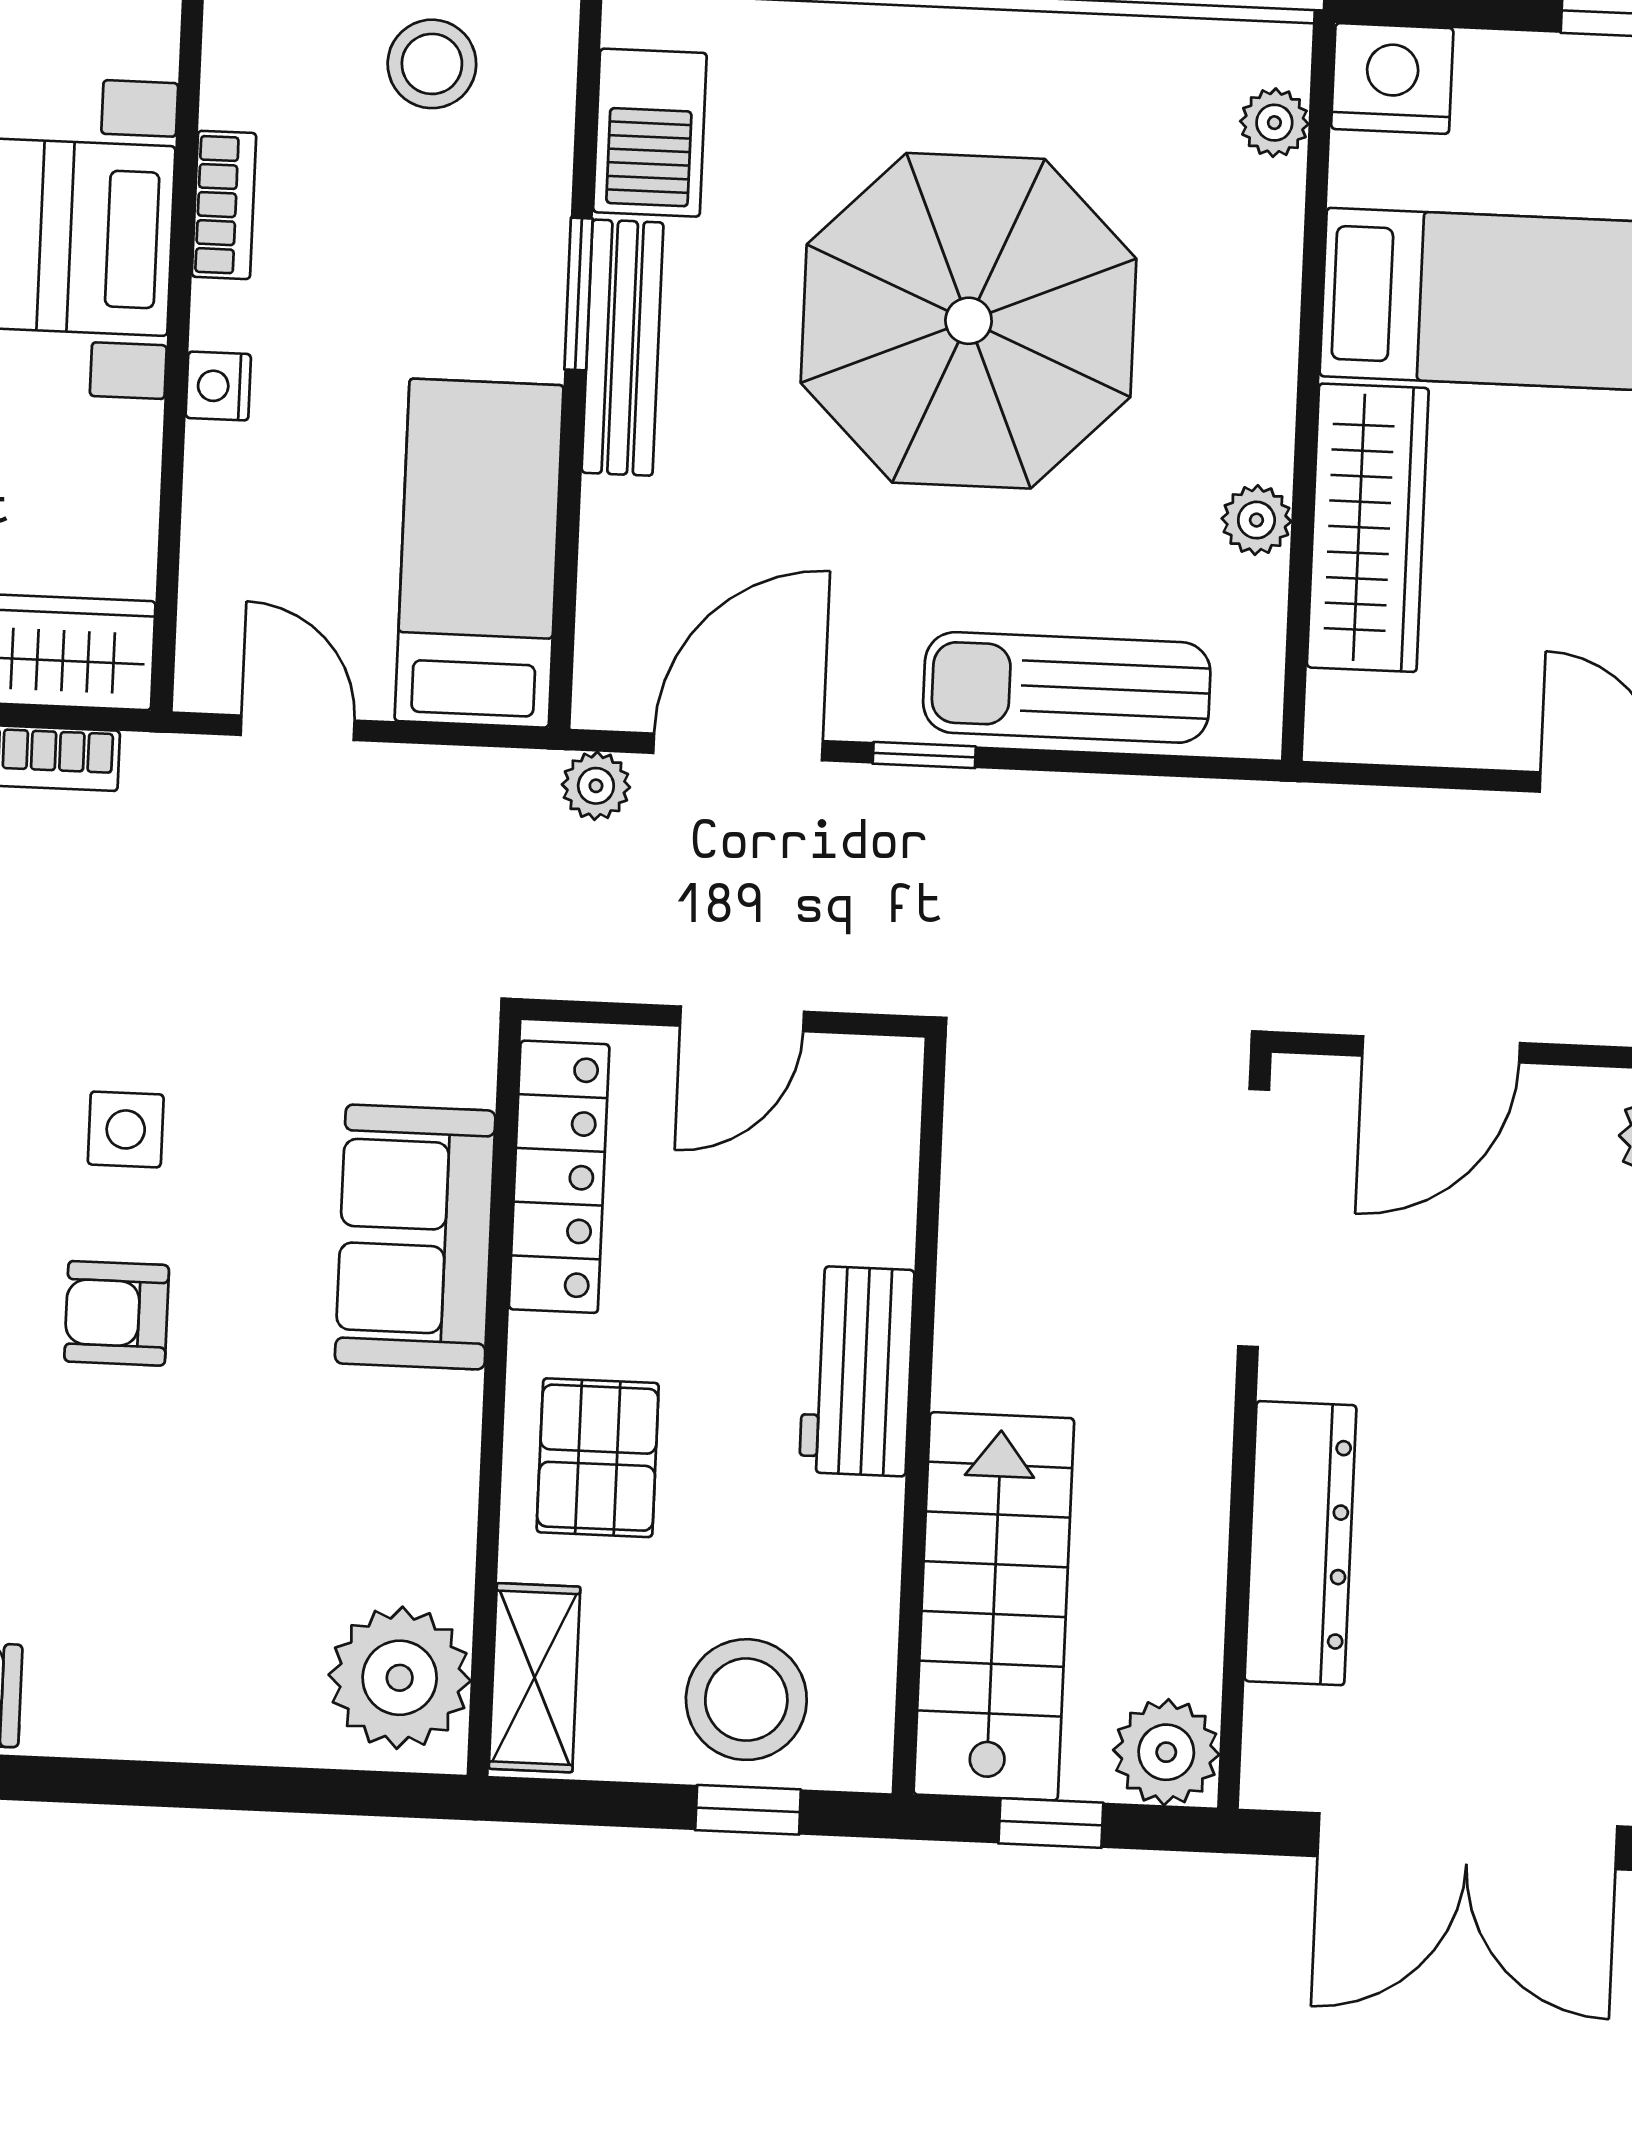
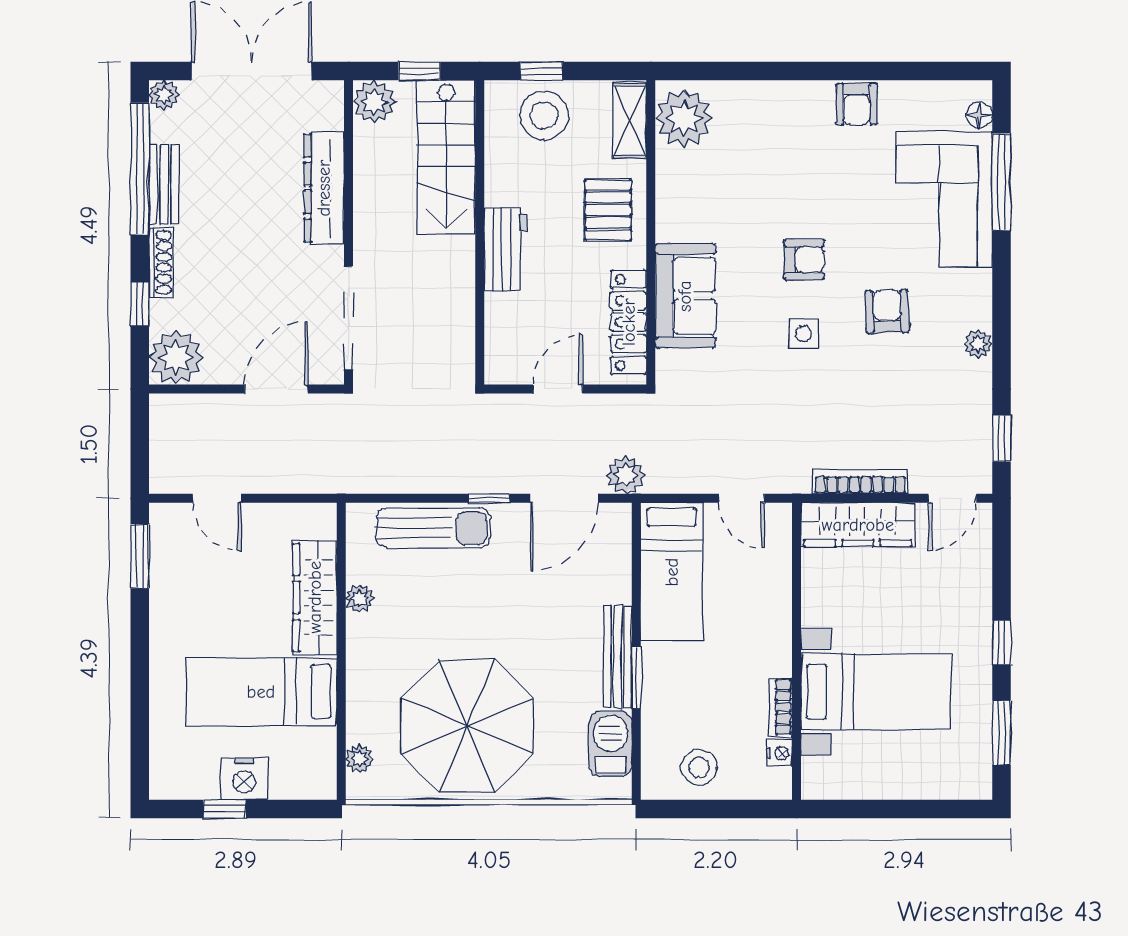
nightstand: (1392, 79) -> (244, 779), moved
parasol: (969, 321) -> (467, 726), moved
nightstand: (218, 386) -> (780, 753), moved
plant: (596, 786) -> (626, 475), width x1.38, depth x1.38

